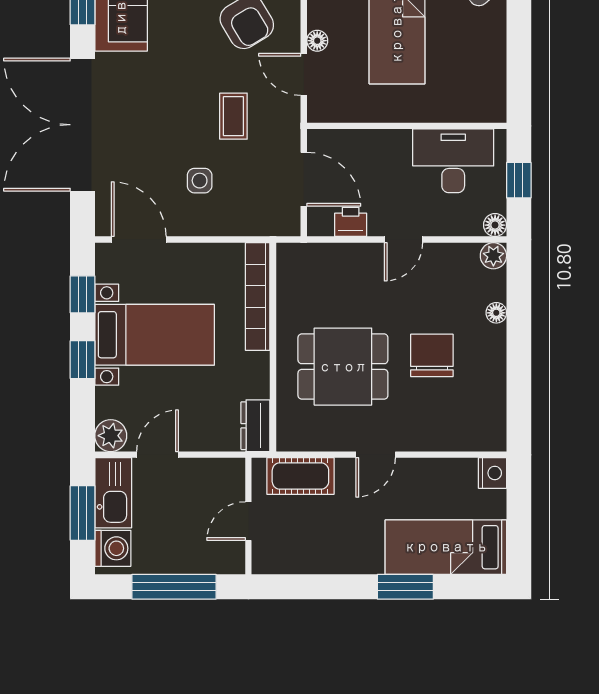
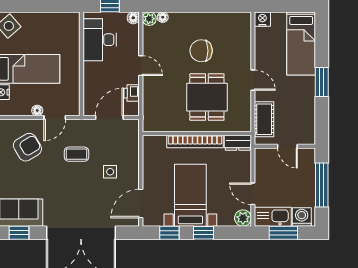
bookcase: (258, 297) -> (195, 142), moved
floor lamp: (496, 313) -> (163, 17), moved
window: (405, 587) -> (322, 82), moved

